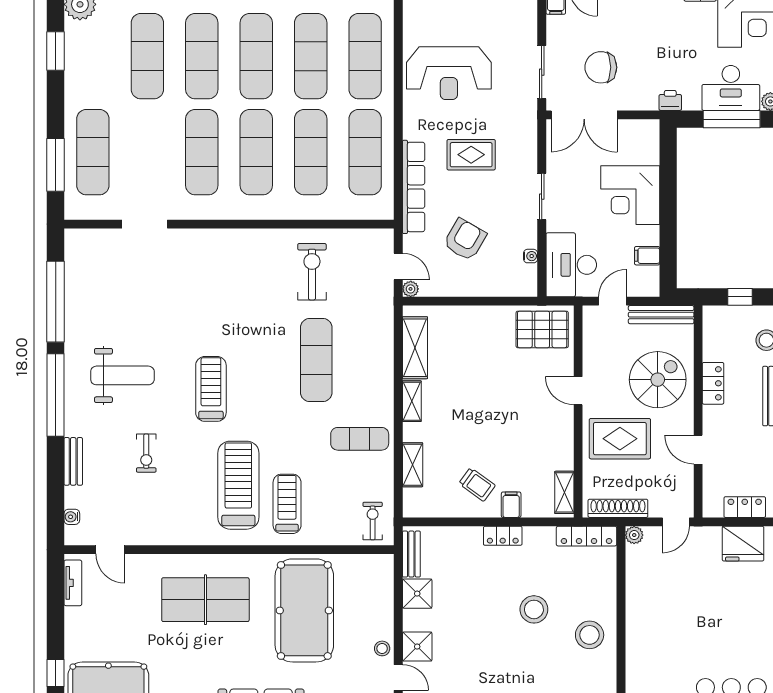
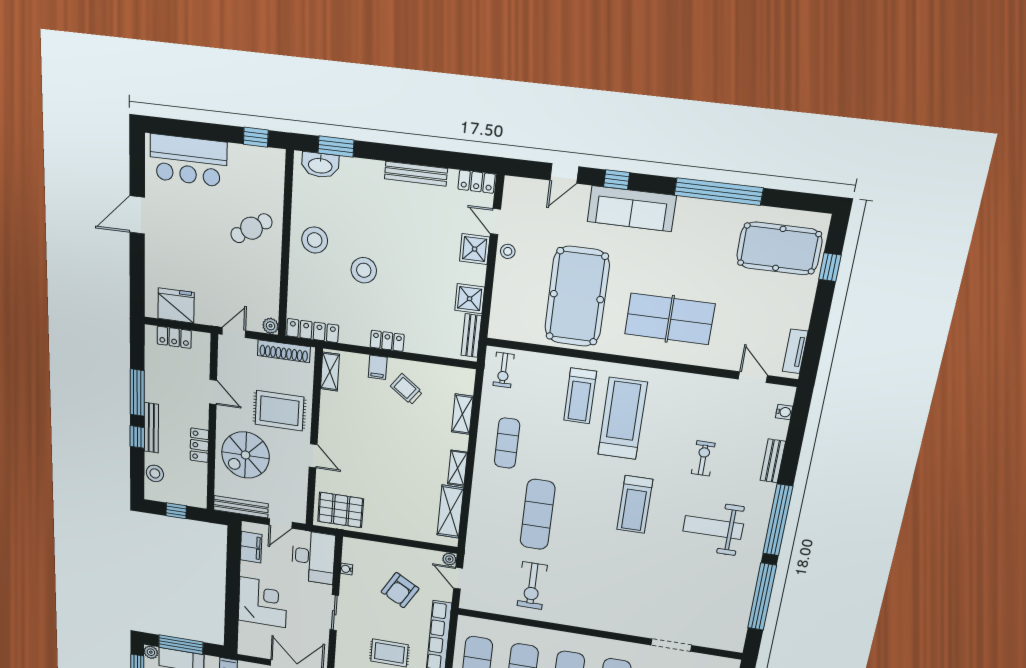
filing cabinet: (647, 256) -> (251, 547), width x2.00
exercise mat: (360, 439) -> (507, 443), turned 90
treadmill: (238, 485) -> (623, 419), turned 180
cafe table: (660, 639) -> (251, 228), added

